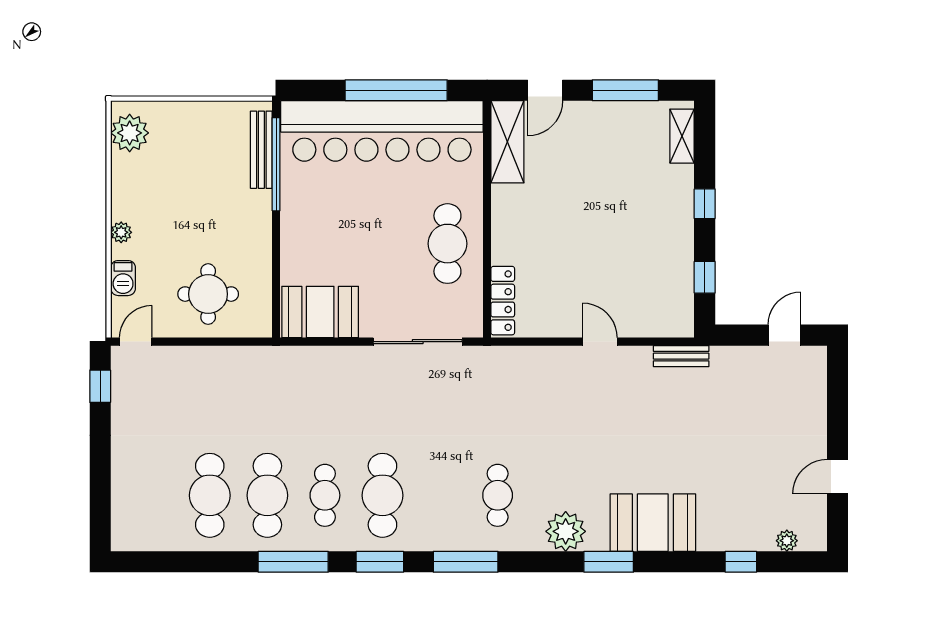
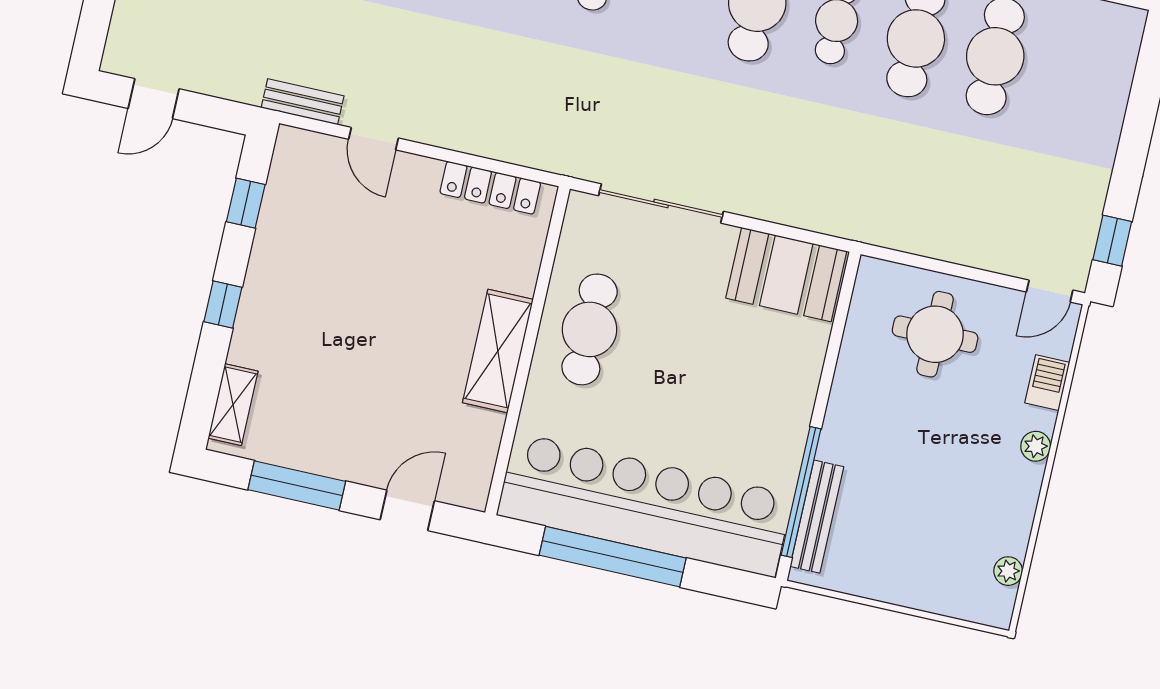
plant: (130, 133) -> (1008, 571), width x0.53, depth x0.53
shelving: (507, 142) -> (498, 351), moved
locker: (503, 301) -> (490, 188), moved, turned -90
door: (600, 342) -> (373, 139), moved

